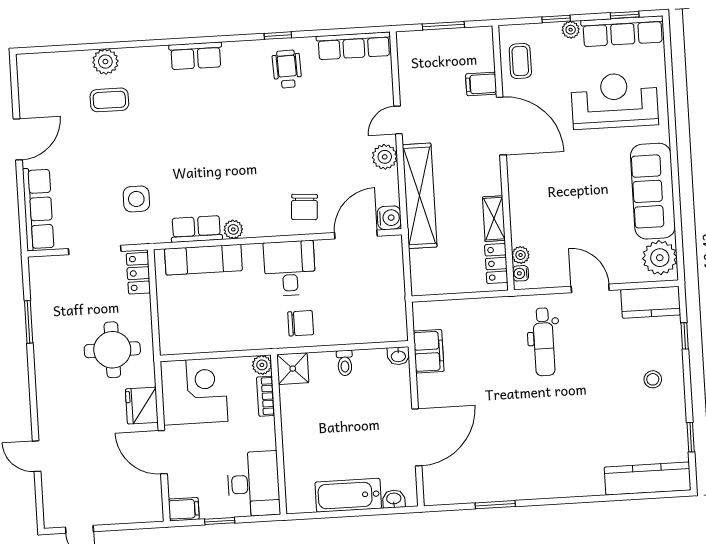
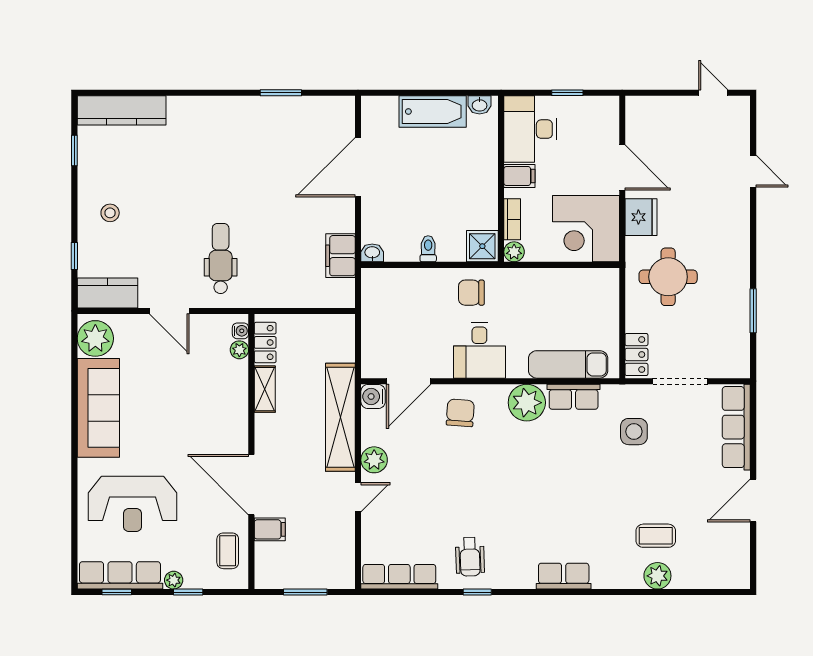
plant: (233, 229) -> (527, 403), width x1.88, depth x1.88
washbasin: (394, 499) -> (480, 105), moved
filing cabinet: (184, 509) -> (519, 176), moved, turned 180

